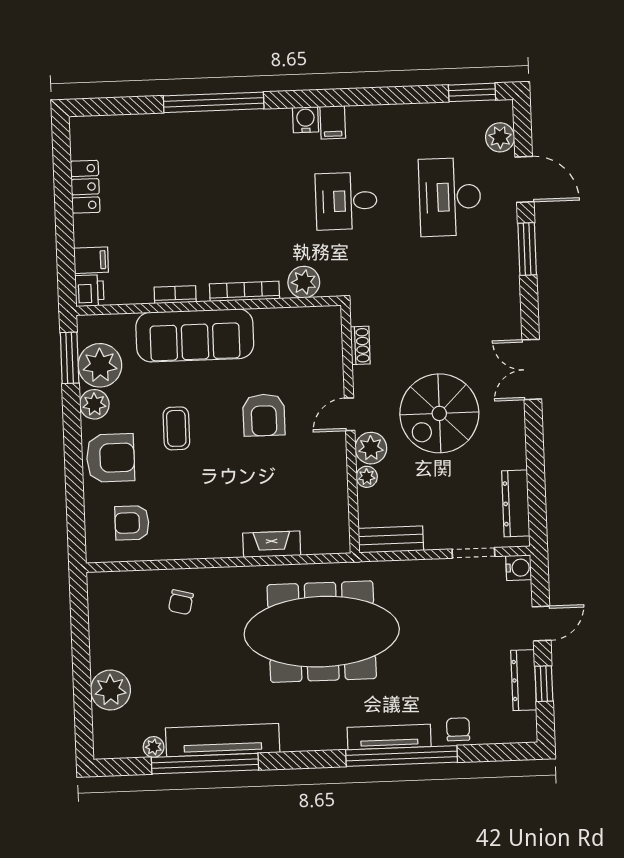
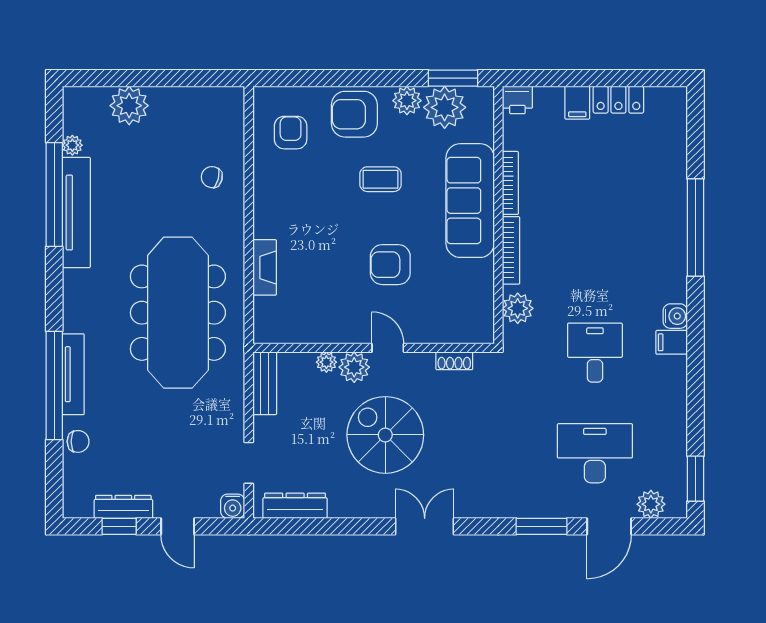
filing cabinet: (91, 260) -> (577, 103), moved
bookcase: (175, 295) -> (510, 183), width x1.56
armchair: (110, 458) -> (354, 114), turned 90

